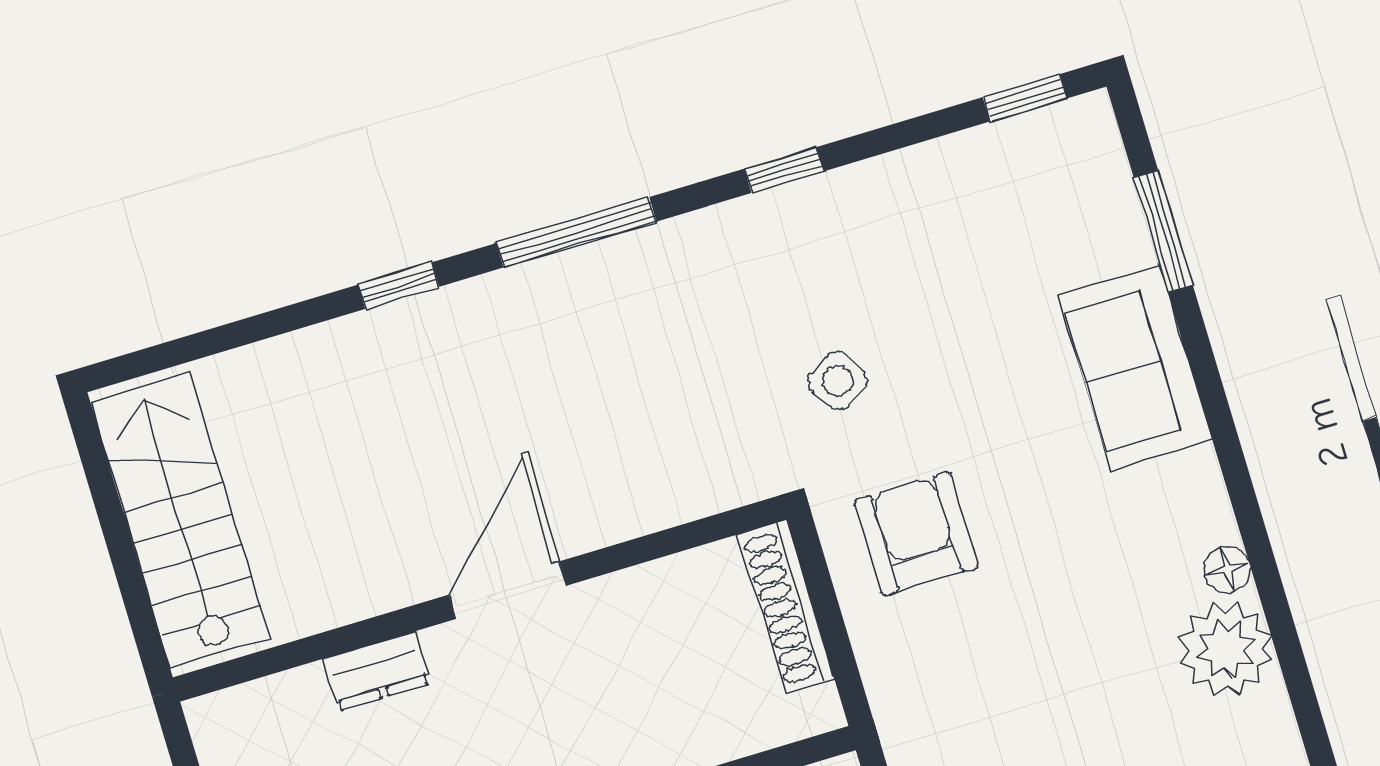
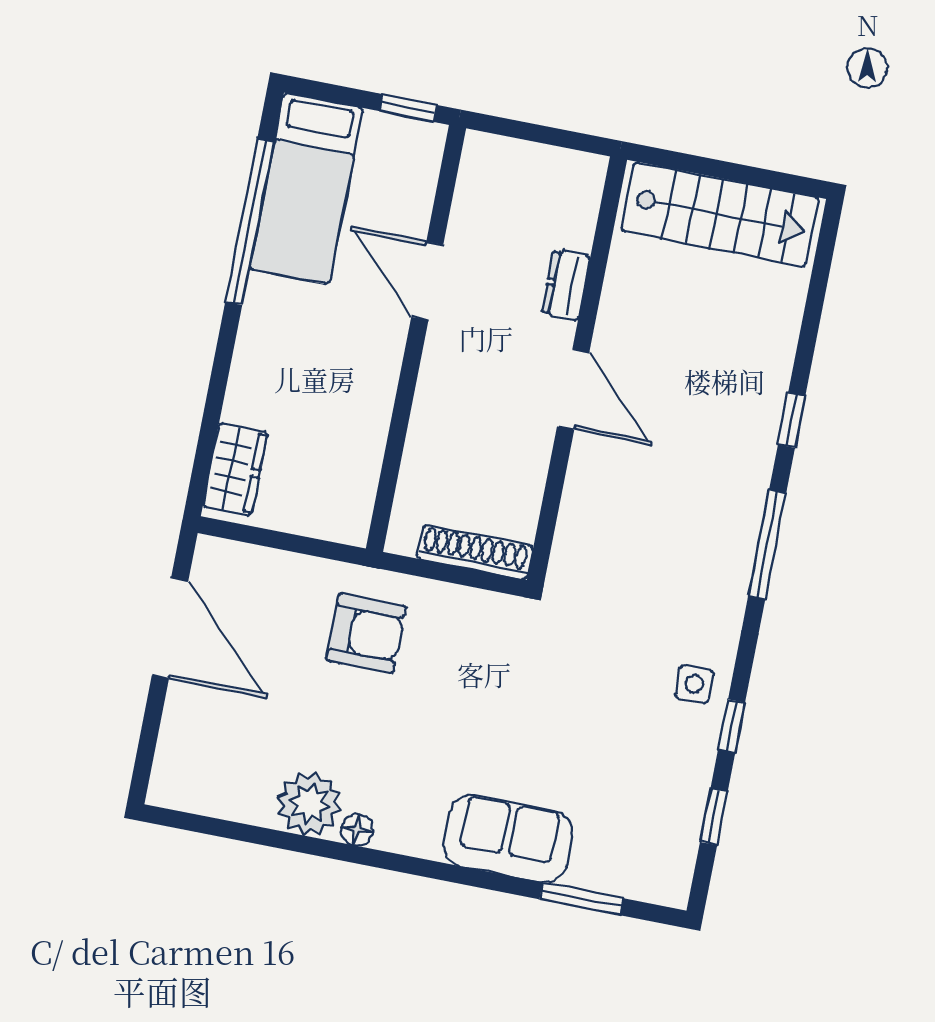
window: (1025, 98) -> (714, 817), moved
window: (784, 170) -> (732, 726), moved
side table: (837, 381) -> (694, 684), moved, turned 33
armchair: (916, 534) -> (366, 633), moved

